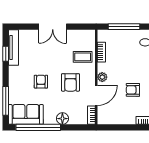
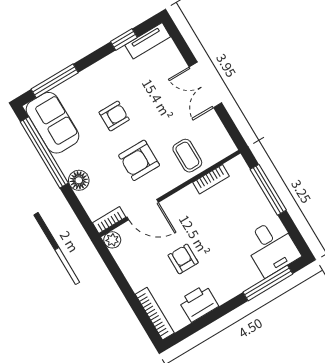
tv unit: (13, 48) -> (148, 41), width x0.71
plant: (102, 77) -> (112, 240), moved

